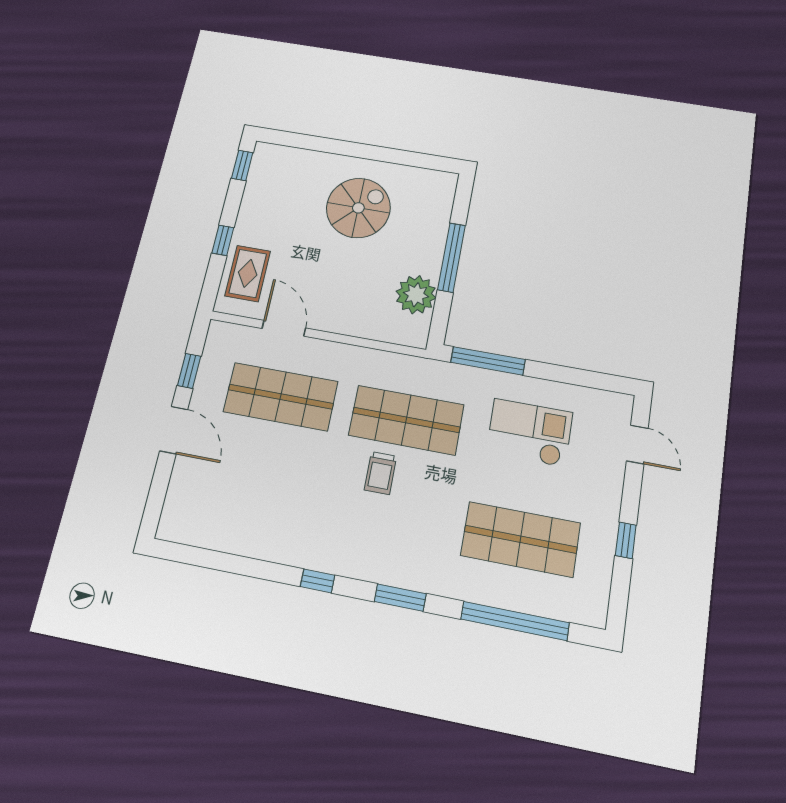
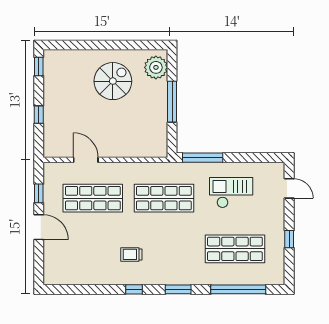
rug: (248, 273) -> (58, 132), removed
plant: (416, 295) -> (156, 67), moved
trolley: (380, 473) -> (131, 254), moved, turned 90

